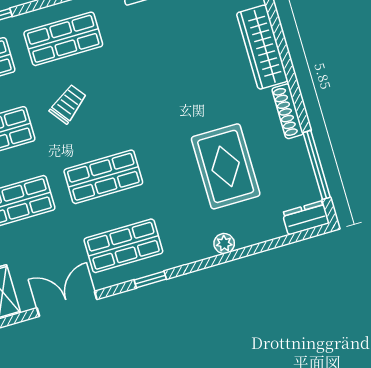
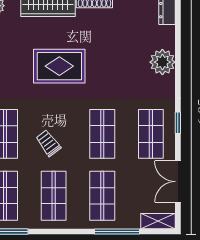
rug: (226, 166) -> (59, 66), moved
plant: (224, 243) -> (162, 62), width x1.87, depth x1.87

